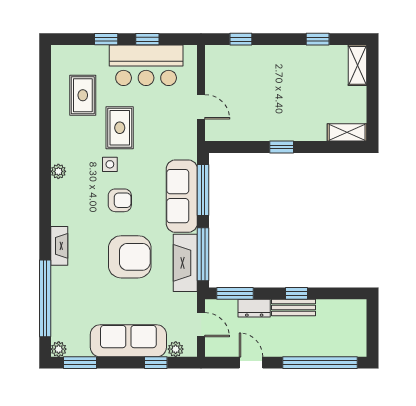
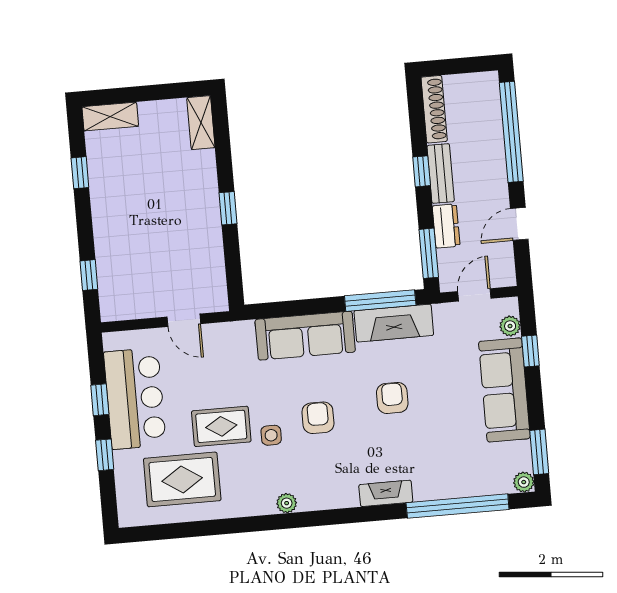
rug: (83, 95) -> (182, 479), width x1.36, depth x1.43
door: (201, 107) -> (184, 320), swing flipped
window: (203, 190) -> (295, 308), removed
armchair: (130, 257) -> (392, 398), width x0.53, depth x0.53
shoe rack: (342, 307) -> (434, 109), added

